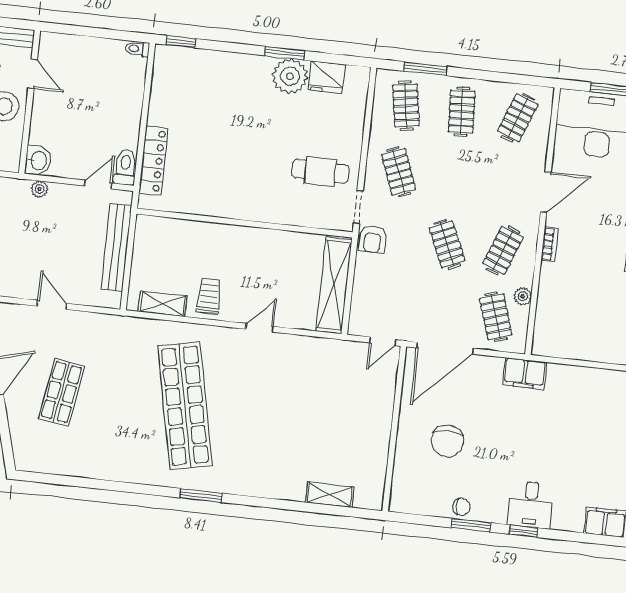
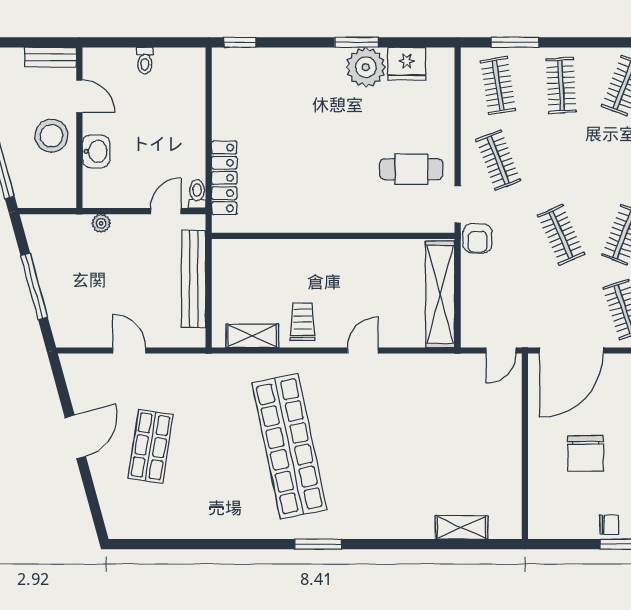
toilet: (137, 49) -> (145, 61), moved, turned -90
washbasin: (38, 161) -> (96, 151), moved
toilet: (125, 167) -> (197, 194), width x0.73, depth x0.72

